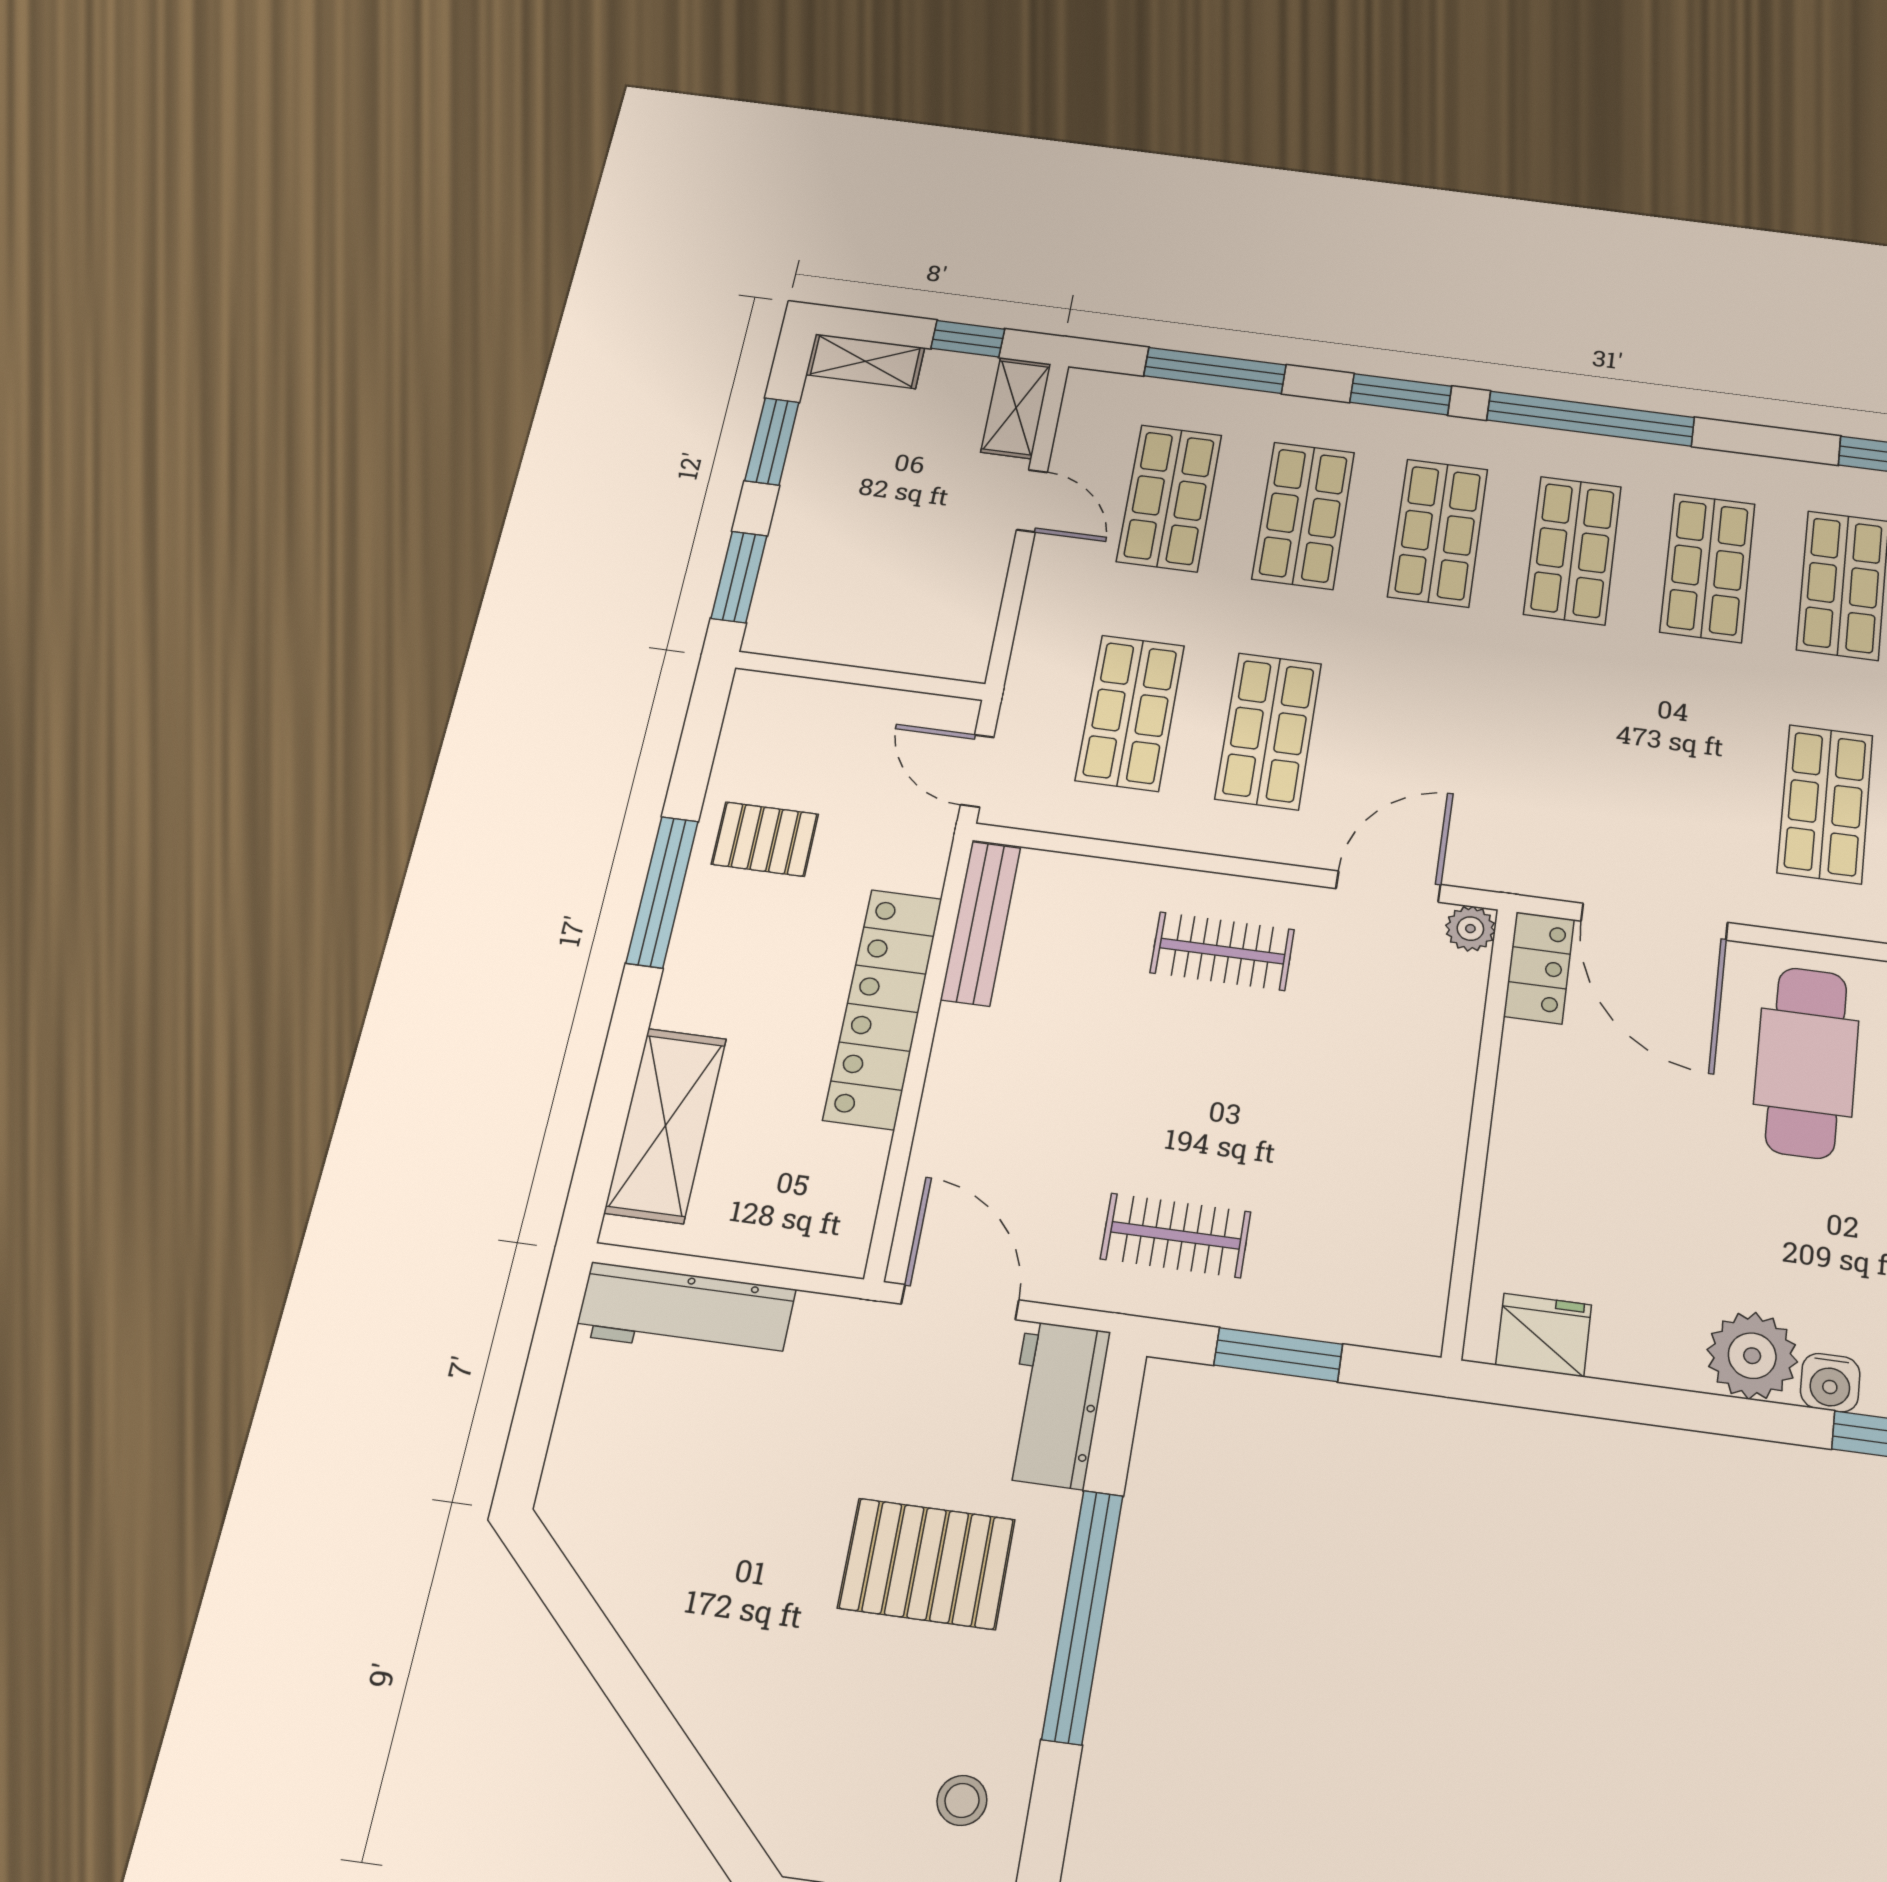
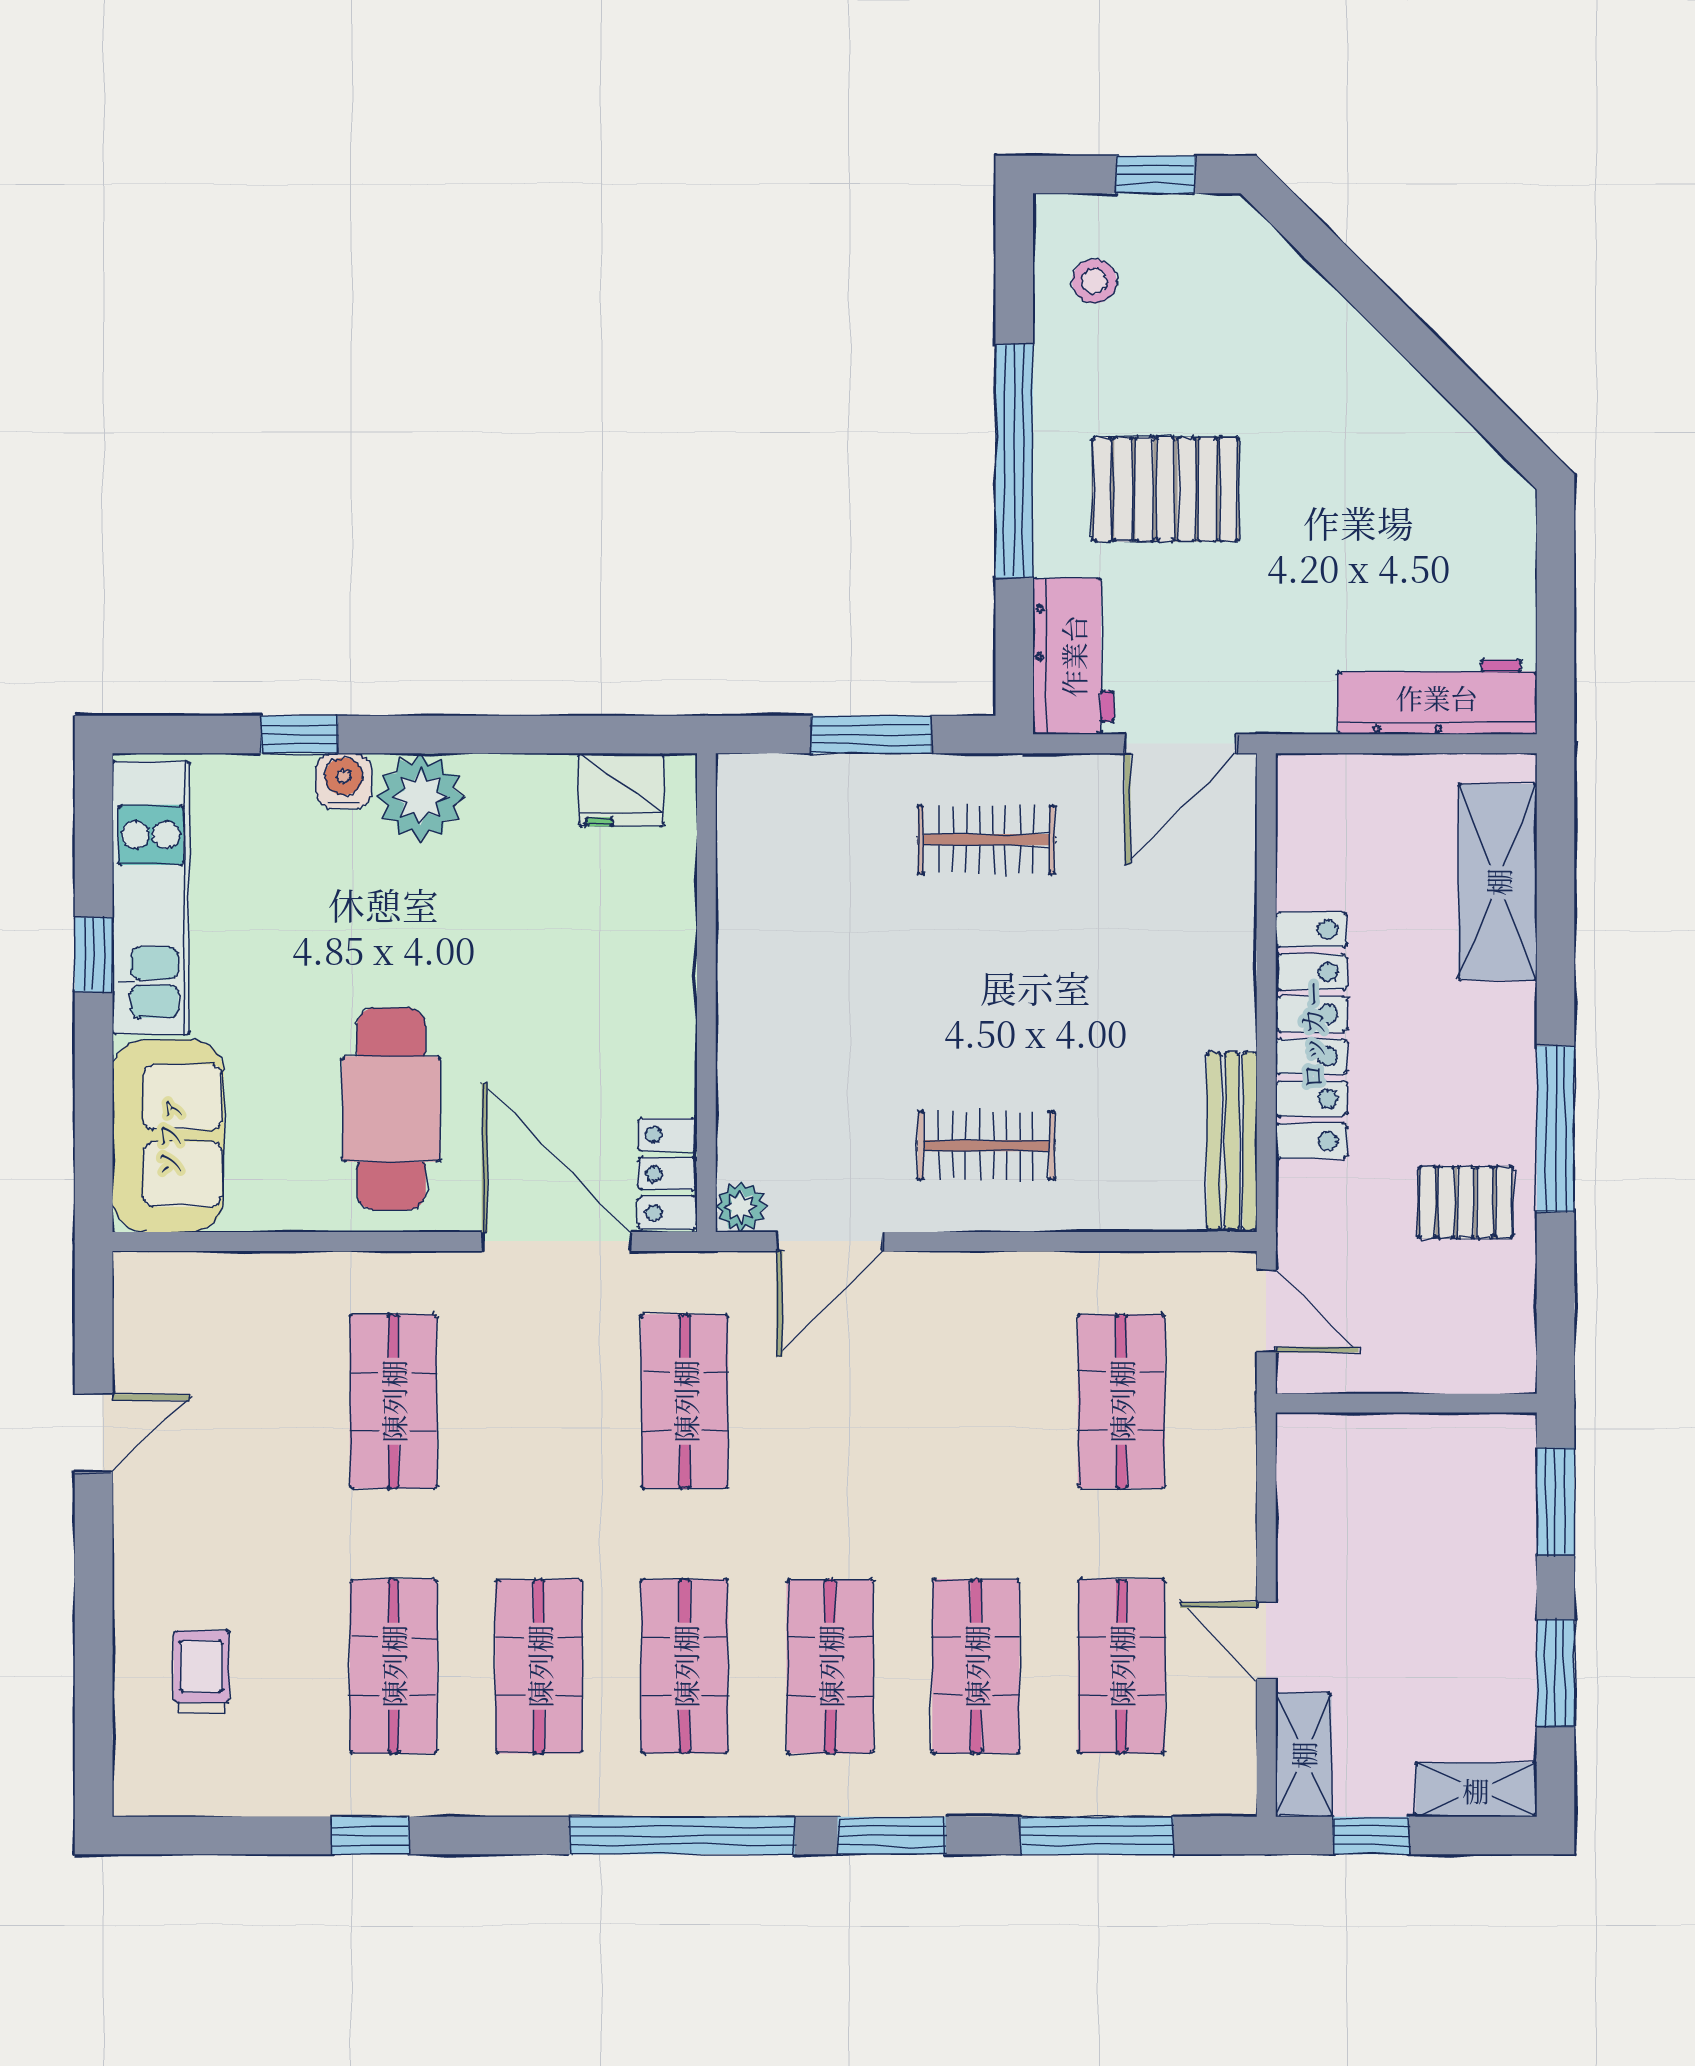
shop shelf: (1268, 731) -> (685, 1401), moved
door: (960, 1302) -> (1181, 744), hinge flipped

